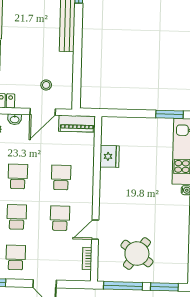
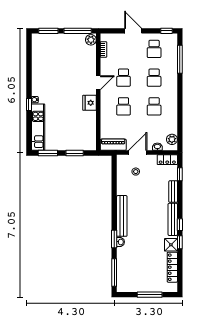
window: (132, 113) -> (75, 153), added
fridge: (110, 156) -> (90, 103), moved
door: (95, 230) -> (98, 83), moved
round table: (137, 254) -> (68, 54), removed
plant: (105, 273) -> (91, 40), added

